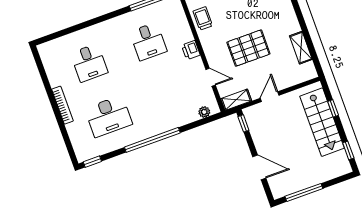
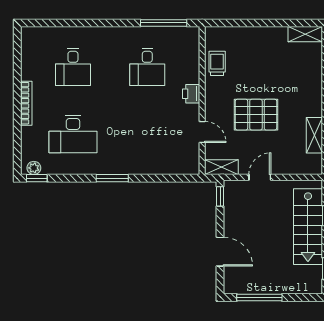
plant: (204, 112) -> (34, 168), moved
window: (152, 140) -> (112, 178), width x0.47

